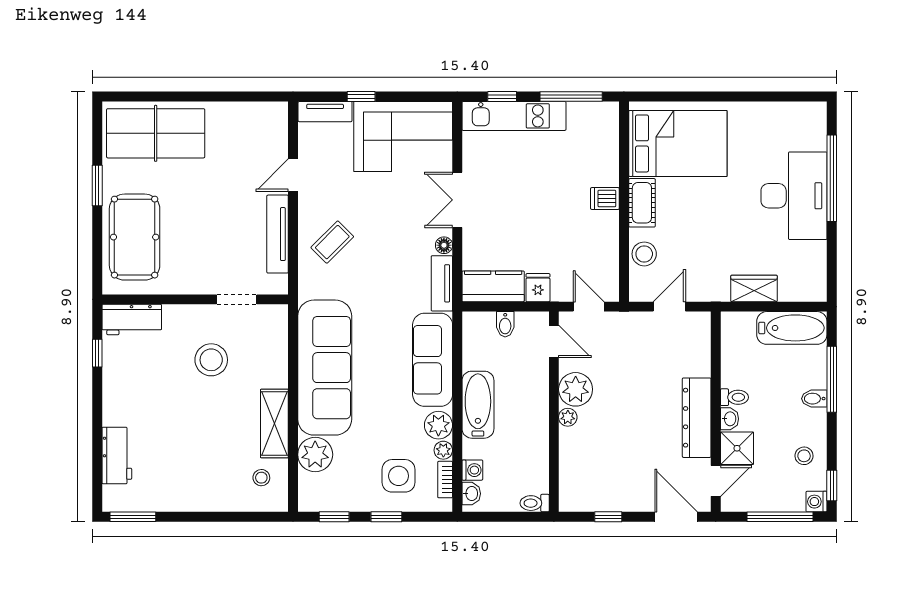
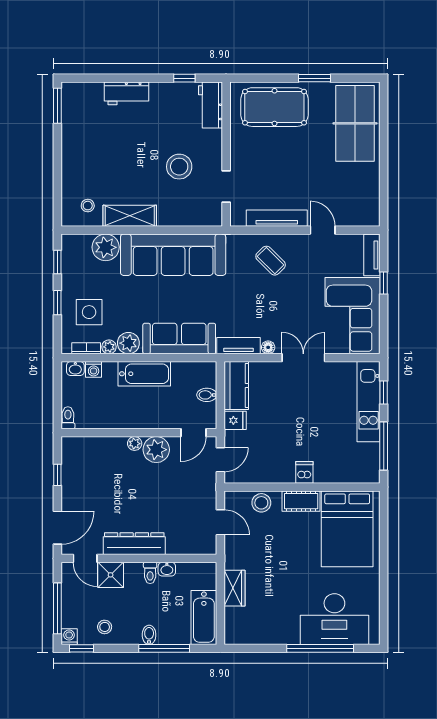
desk: (794, 196) -> (334, 619), moved
washbasin: (730, 419) -> (167, 569), moved
workbench: (117, 456) -> (127, 93), moved

